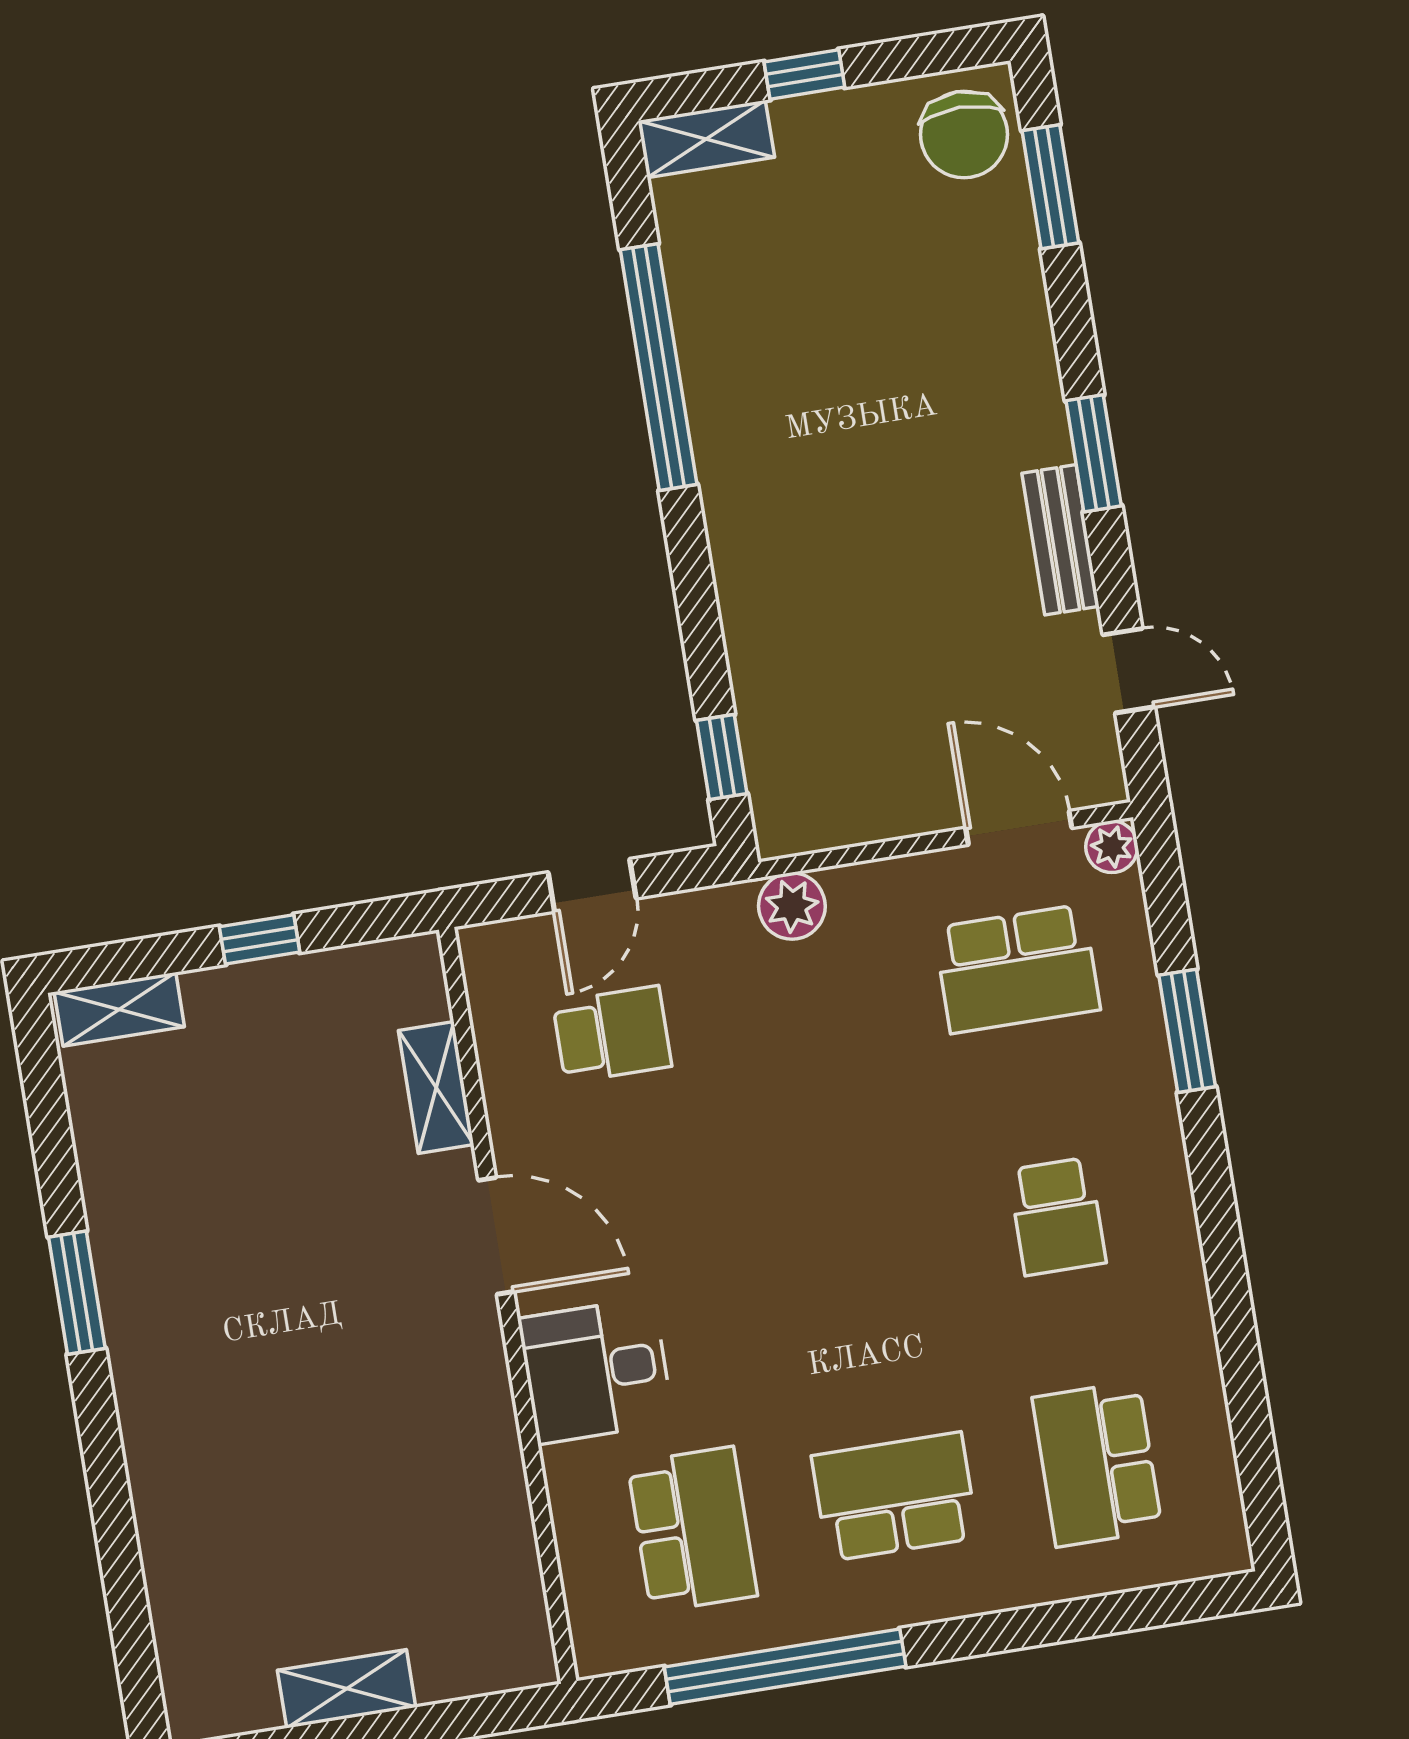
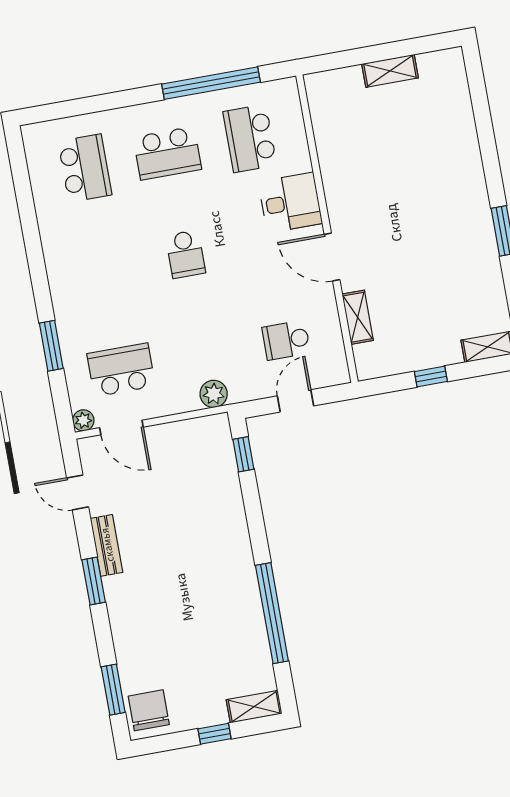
school desk: (1057, 1216) -> (186, 254), moved, turned 180

